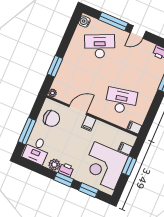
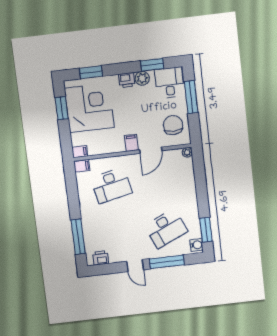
door: (138, 32) -> (135, 266), swing flipped
window: (55, 66) -> (206, 230), moved
chair: (51, 118) -> (173, 125), turned 90
filing cabinet: (125, 149) -> (80, 152), moved
window: (129, 166) -> (62, 108), moved
window: (64, 180) -> (152, 65), moved

